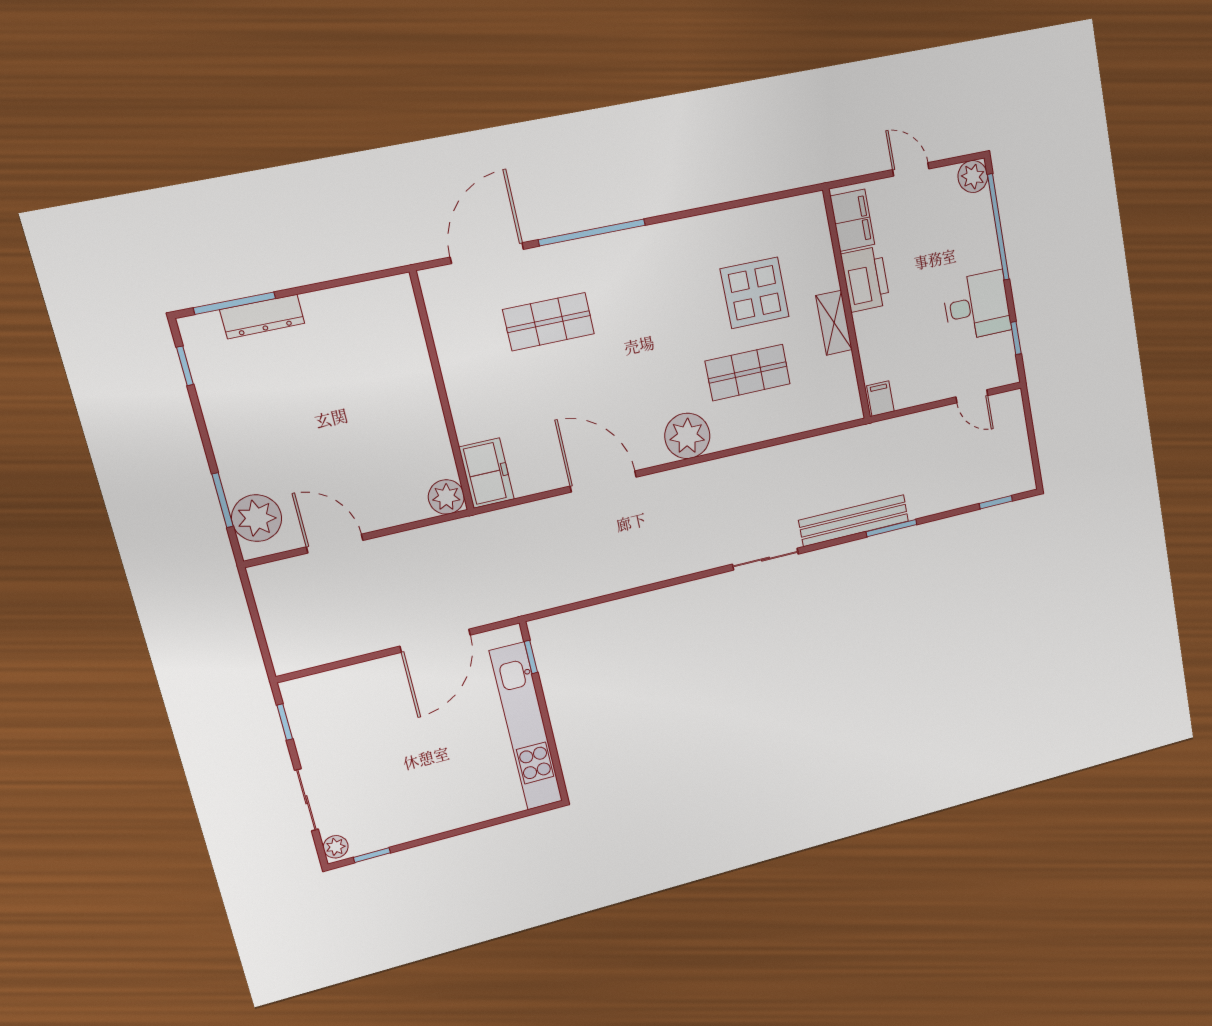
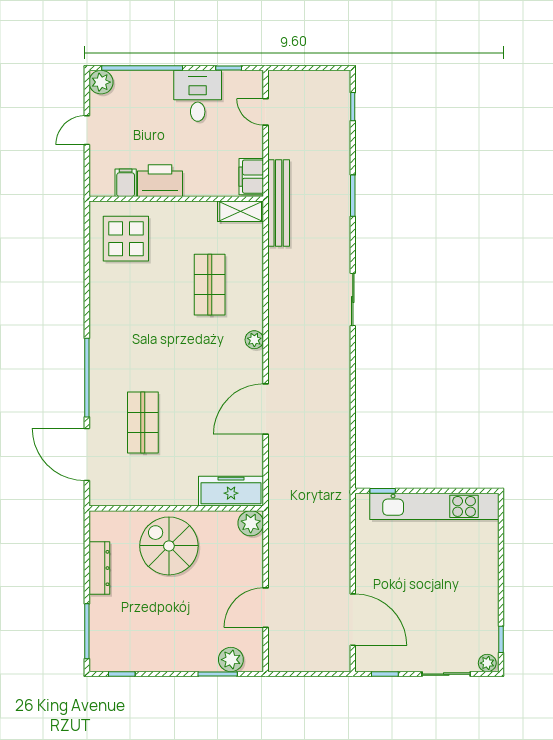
filing cabinet: (852, 220) -> (126, 183), width x0.50
display table: (755, 293) -> (126, 239), moved
dresser: (262, 316) -> (99, 568), moved
shelving: (834, 323) -> (241, 211), moved
spiral stairs: (387, 393) -> (169, 546), added
door: (972, 396) -> (266, 112), swing flipped
filing cabinet: (880, 399) -> (251, 177), width x2.00
plant: (687, 436) -> (254, 340), width x0.53, depth x0.53
freezer: (486, 473) -> (231, 491), width x1.40
plant: (257, 518) -> (231, 660), width x0.73, depth x0.73
bench: (854, 521) -> (279, 203), moved
door: (435, 641) -> (353, 620), moved

